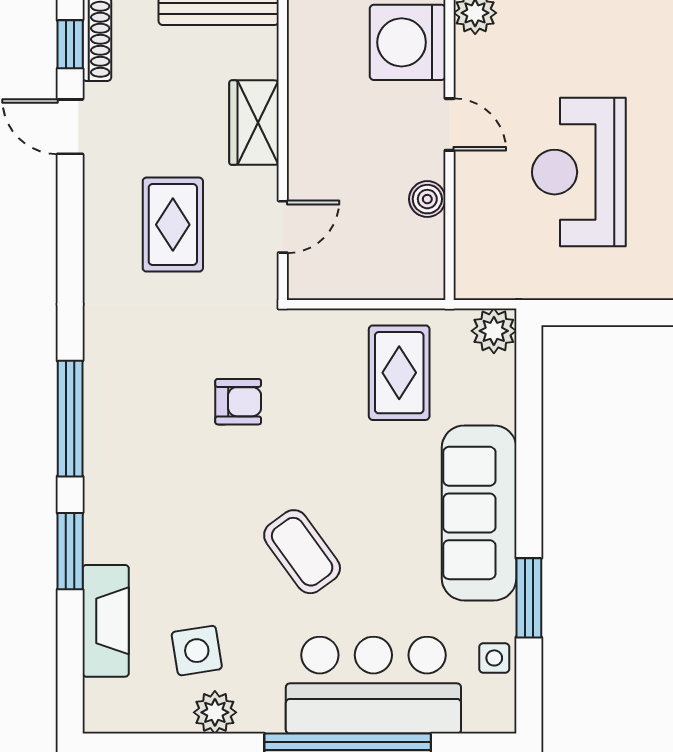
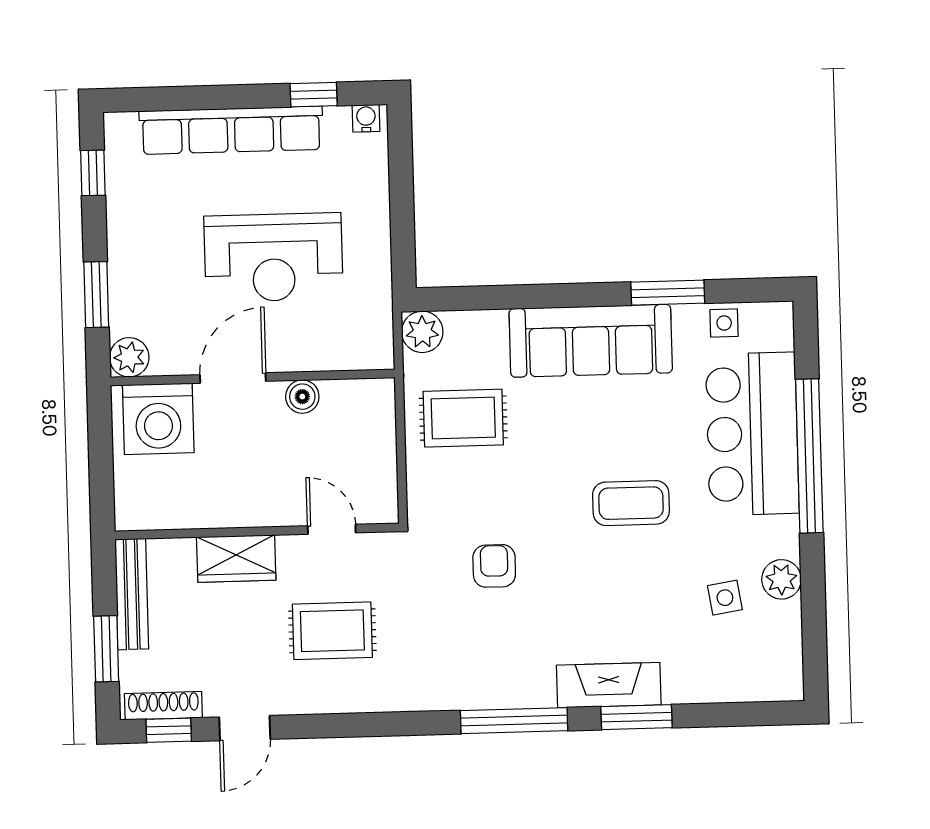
door: (450, 124) -> (233, 378), width x1.38
coffee table: (302, 552) -> (631, 503), turned 36
fireplace: (106, 621) -> (609, 685), moved
side table: (197, 651) -> (725, 598), width x0.73, depth x0.73

